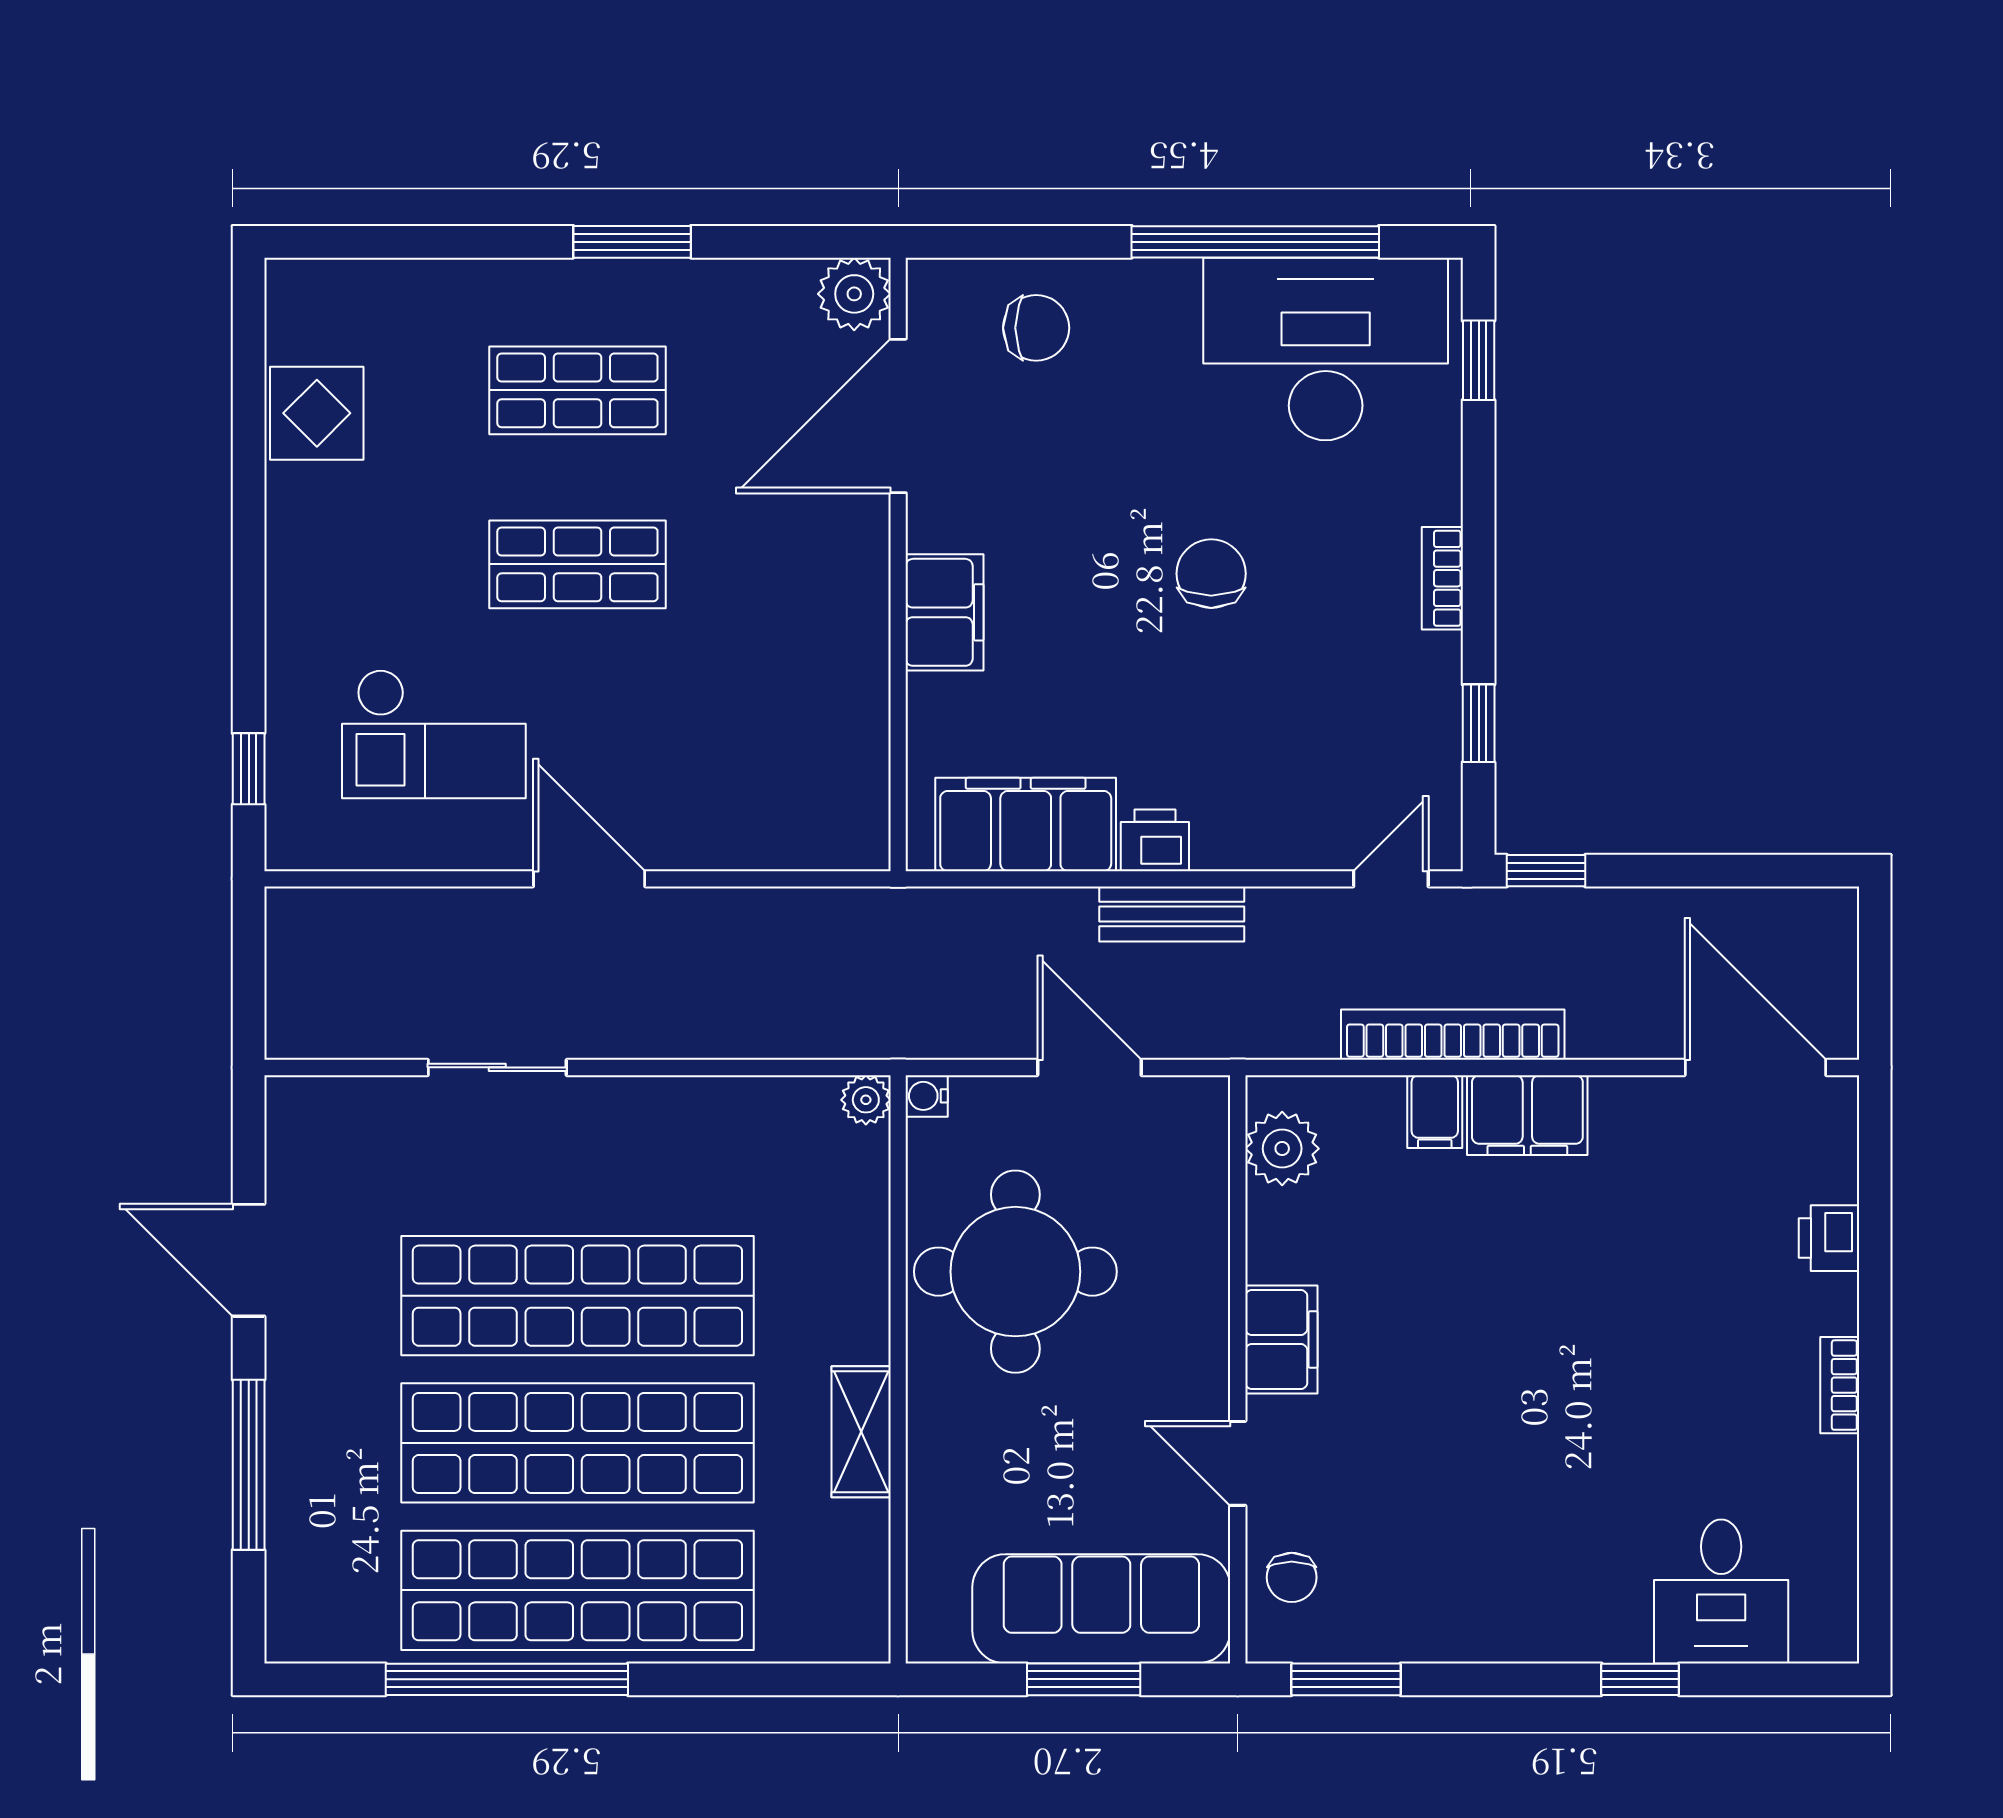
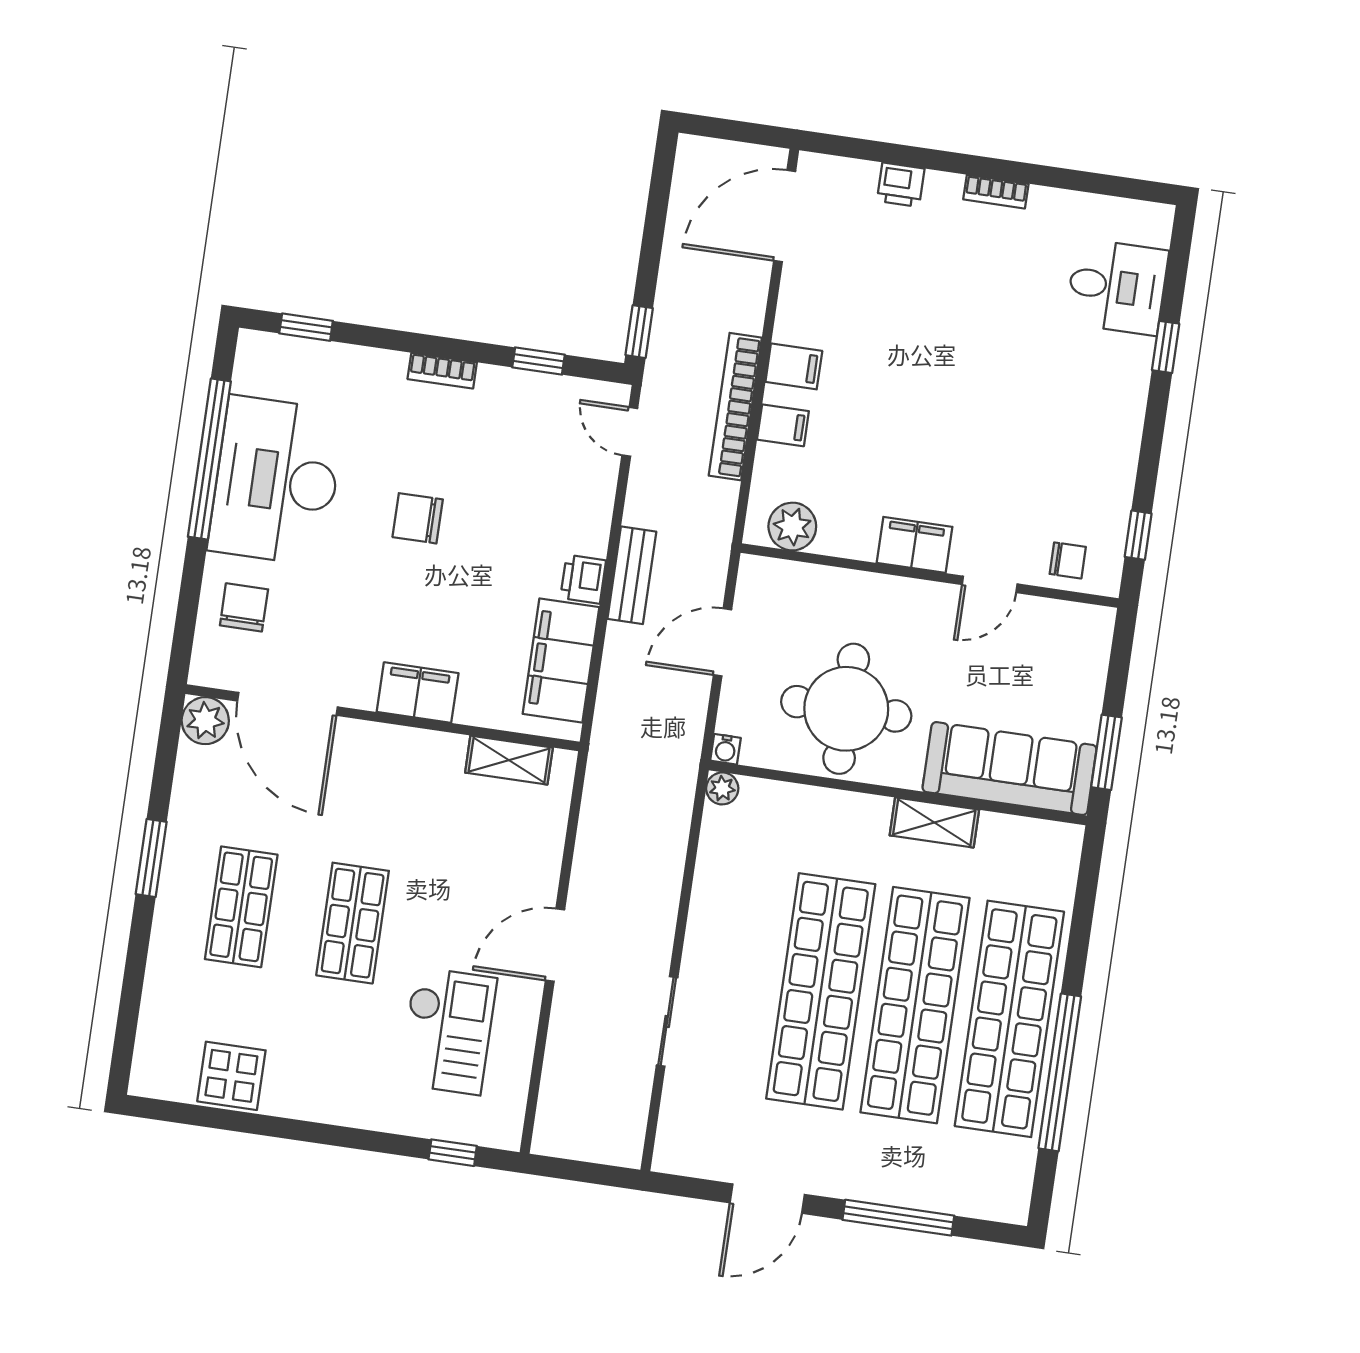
desk: (1326, 349) -> (276, 481), moved
shelving: (862, 767) -> (509, 760), added
filing cabinet: (1527, 1115) -> (794, 366), width x0.50
sofa: (1101, 1609) -> (1010, 769), moved, turned 90
window: (1084, 1679) -> (1106, 752), moved
window: (1346, 1679) -> (1138, 535), width x0.67

